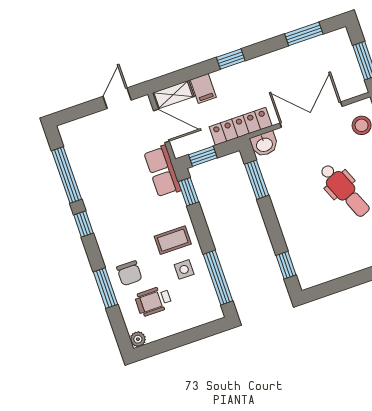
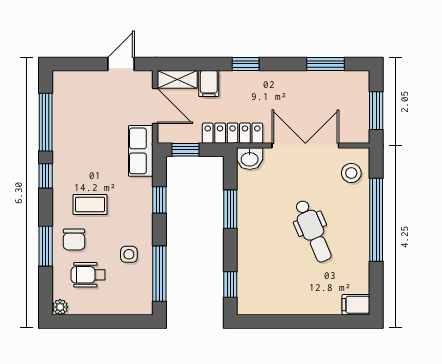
window: (257, 180) -> (230, 209), moved
window: (188, 192) -> (159, 200), moved
coffee table: (173, 240) -> (90, 204), moved

